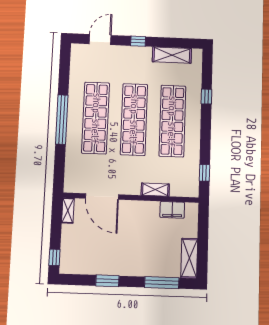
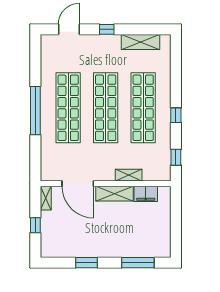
window: (206, 97) -> (176, 115), moved
window: (54, 257) -> (35, 225), moved
shelving: (189, 258) -> (115, 194), moved, turned 90

